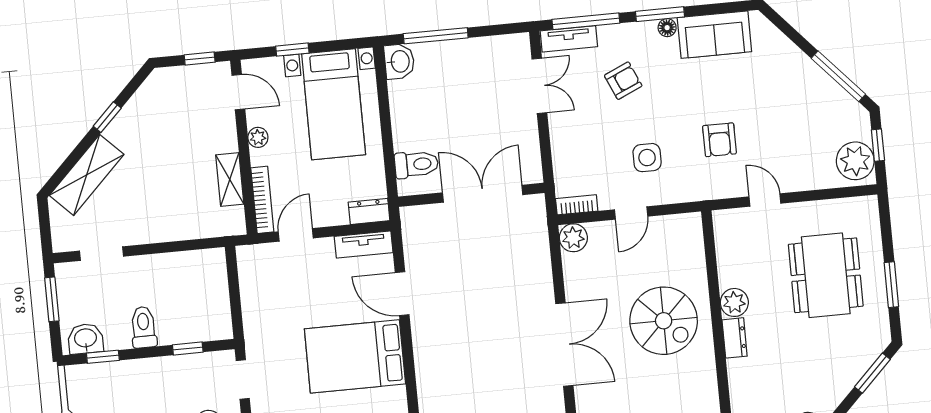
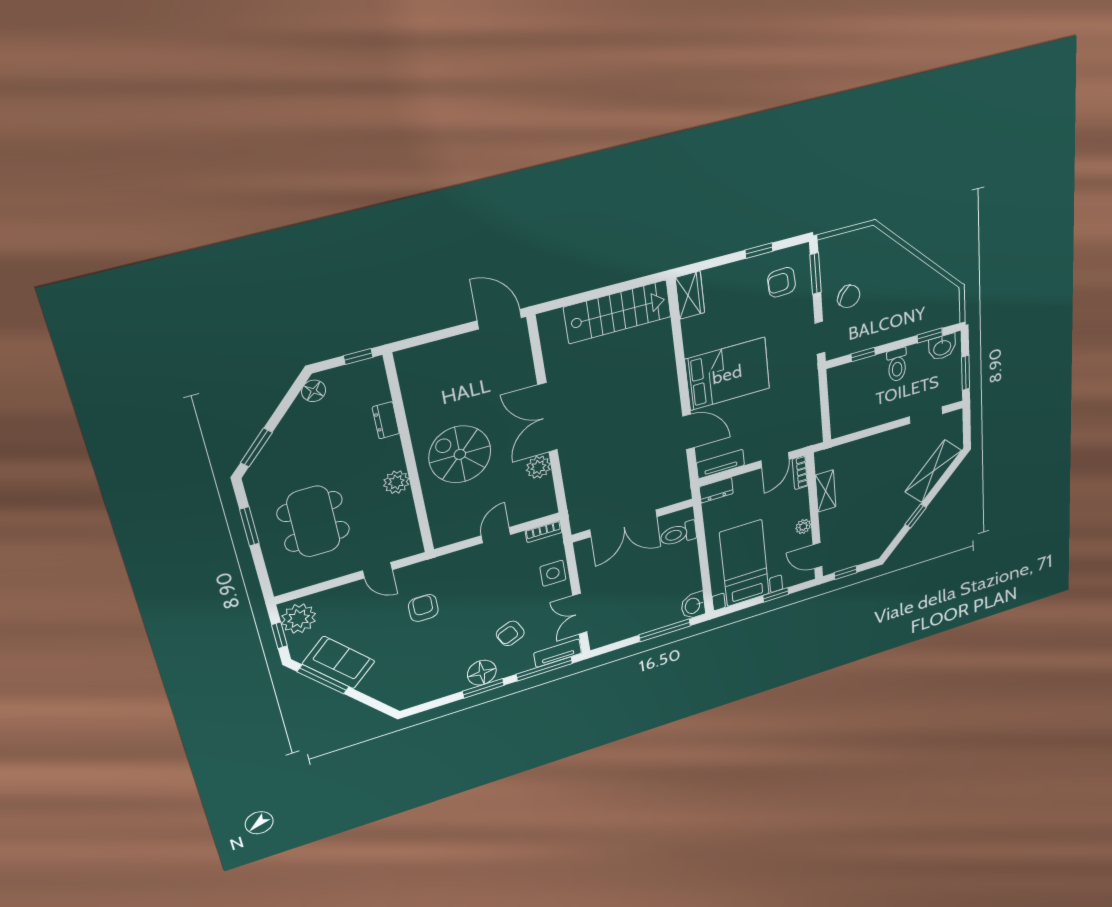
floor lamp: (667, 28) -> (482, 673), width x1.89, depth x1.89
sofa: (714, 35) -> (339, 663), moved, turned 48
side table: (647, 158) -> (553, 573), moved
bookcase: (262, 200) -> (800, 472), width x0.64
plant: (573, 238) -> (538, 467), moved
dresser: (735, 338) -> (386, 420), moved

